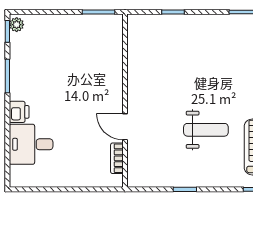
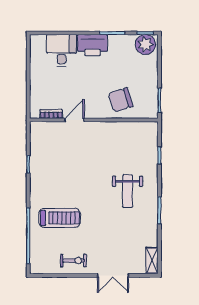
plant: (17, 25) -> (145, 44), width x1.88, depth x1.88
chair: (98, 65) -> (121, 100), added
printer: (19, 112) -> (92, 45), width x1.87, depth x1.48
weight bench: (206, 130) -> (128, 191), moved

